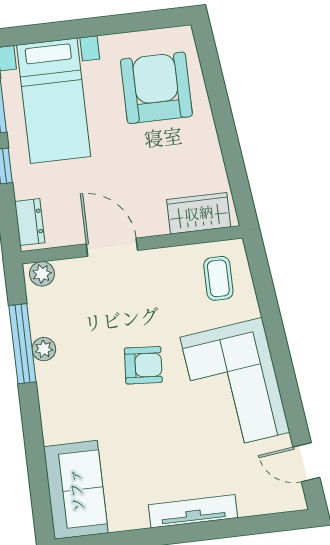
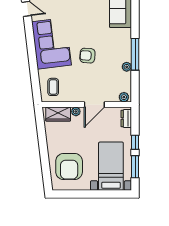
plant: (156, 225) -> (76, 112), added
door: (112, 247) -> (94, 105), hinge flipped
window: (22, 344) -> (135, 54), moved

